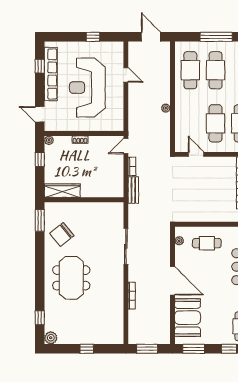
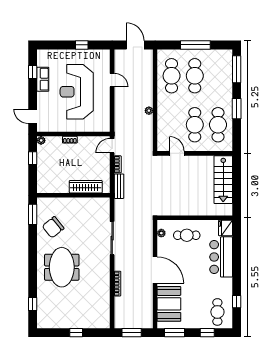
row of seats: (51, 74) -> (43, 79), width x0.50
wardrobe: (62, 191) -> (86, 187), moved
plant: (51, 338) -> (43, 322), removed

